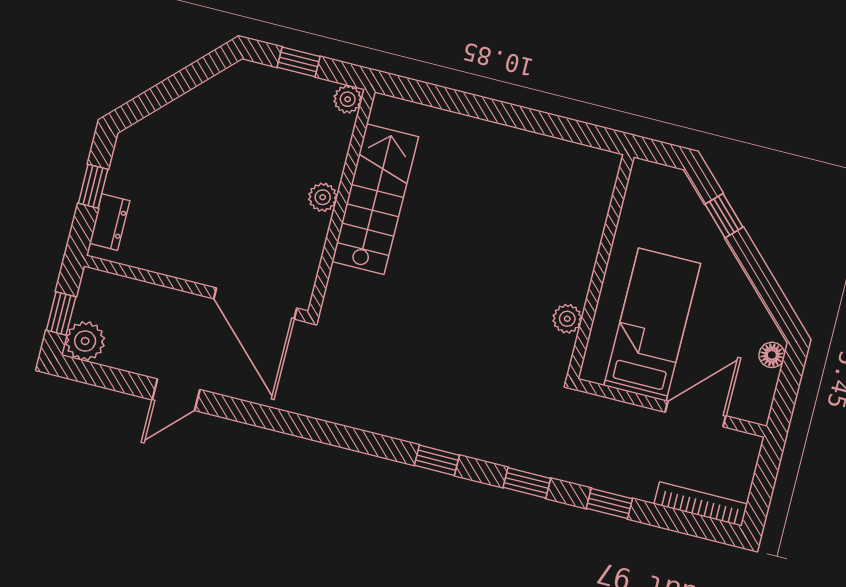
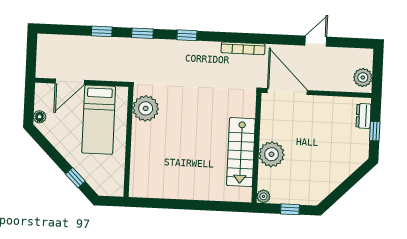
plant: (323, 197) -> (272, 154), width x1.88, depth x1.88
window: (61, 314) -> (378, 68), removed
plant: (567, 319) -> (146, 108), width x1.87, depth x1.87
plant: (85, 341) -> (363, 77), moved
bookcase: (701, 504) -> (243, 48), moved

